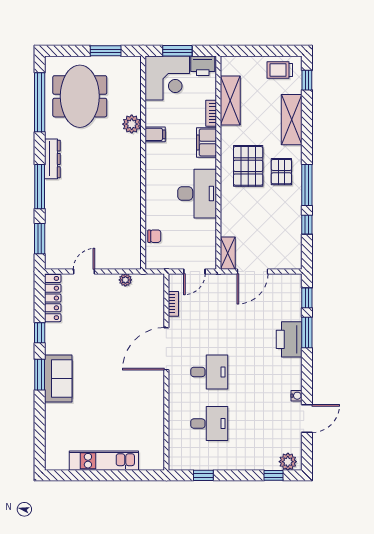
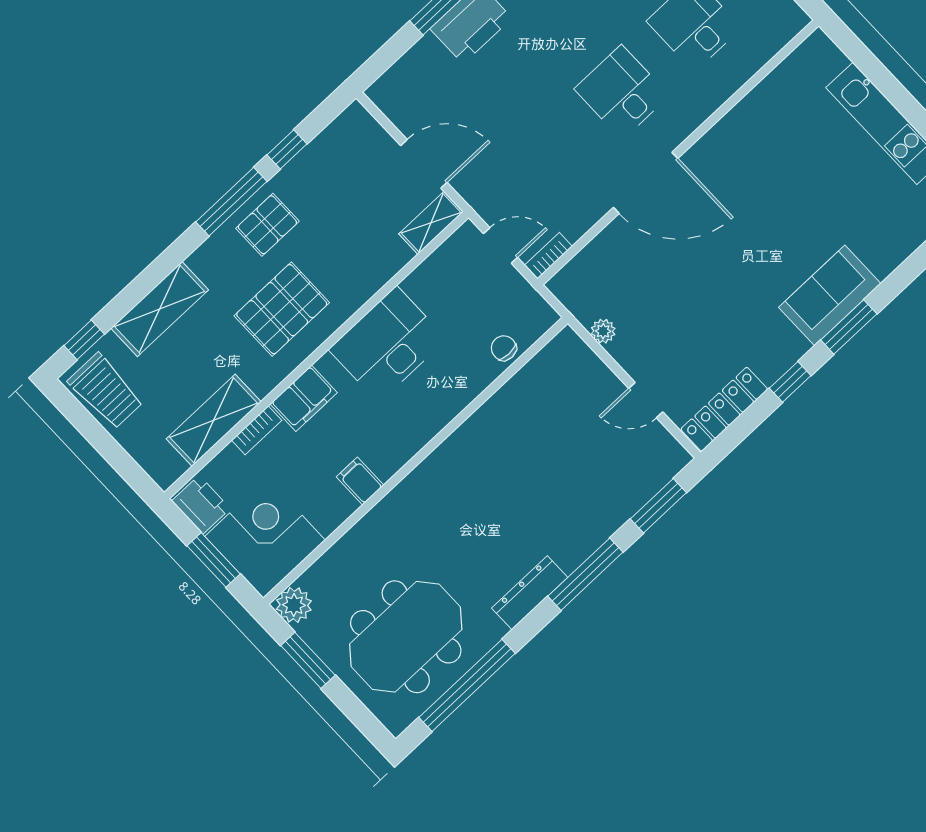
trolley: (280, 70) -> (106, 391), width x1.36, depth x1.39
plant: (132, 124) -> (294, 605), moved
pallet: (281, 172) -> (267, 225), moved
window: (307, 298) -> (390, 53), removed
bookcase: (173, 304) -> (548, 256), moved

